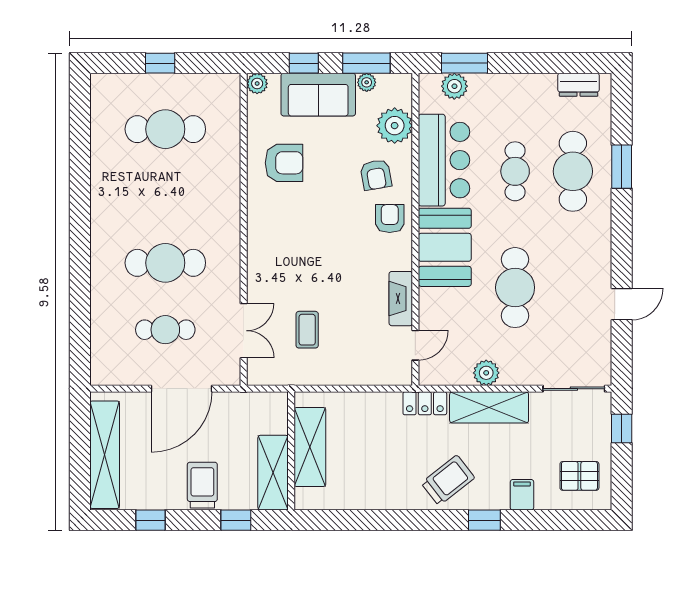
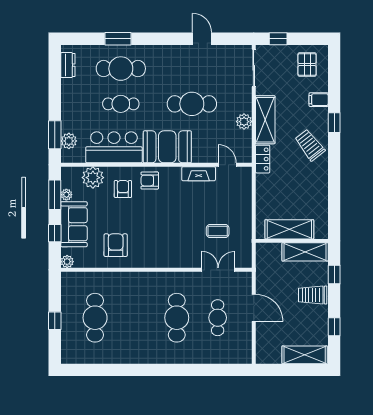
armchair: (376, 175) -> (123, 189), turned -80
door: (181, 389) -> (254, 308), width x0.73
shelving: (105, 455) -> (305, 355), width x0.68

